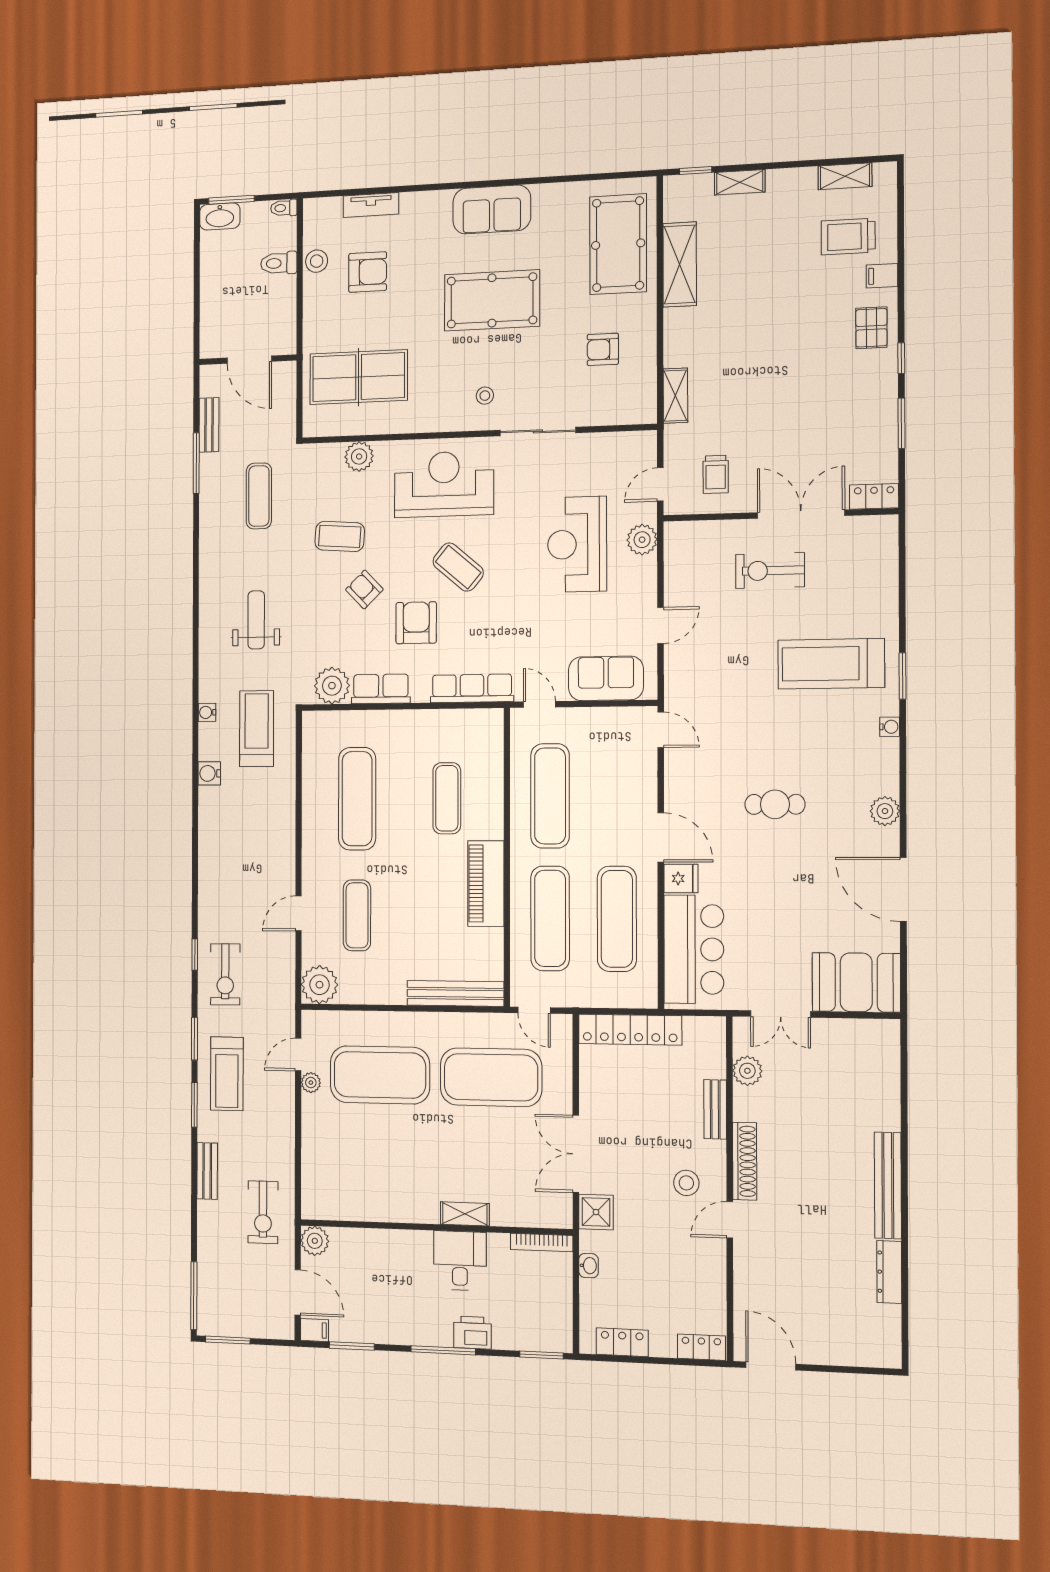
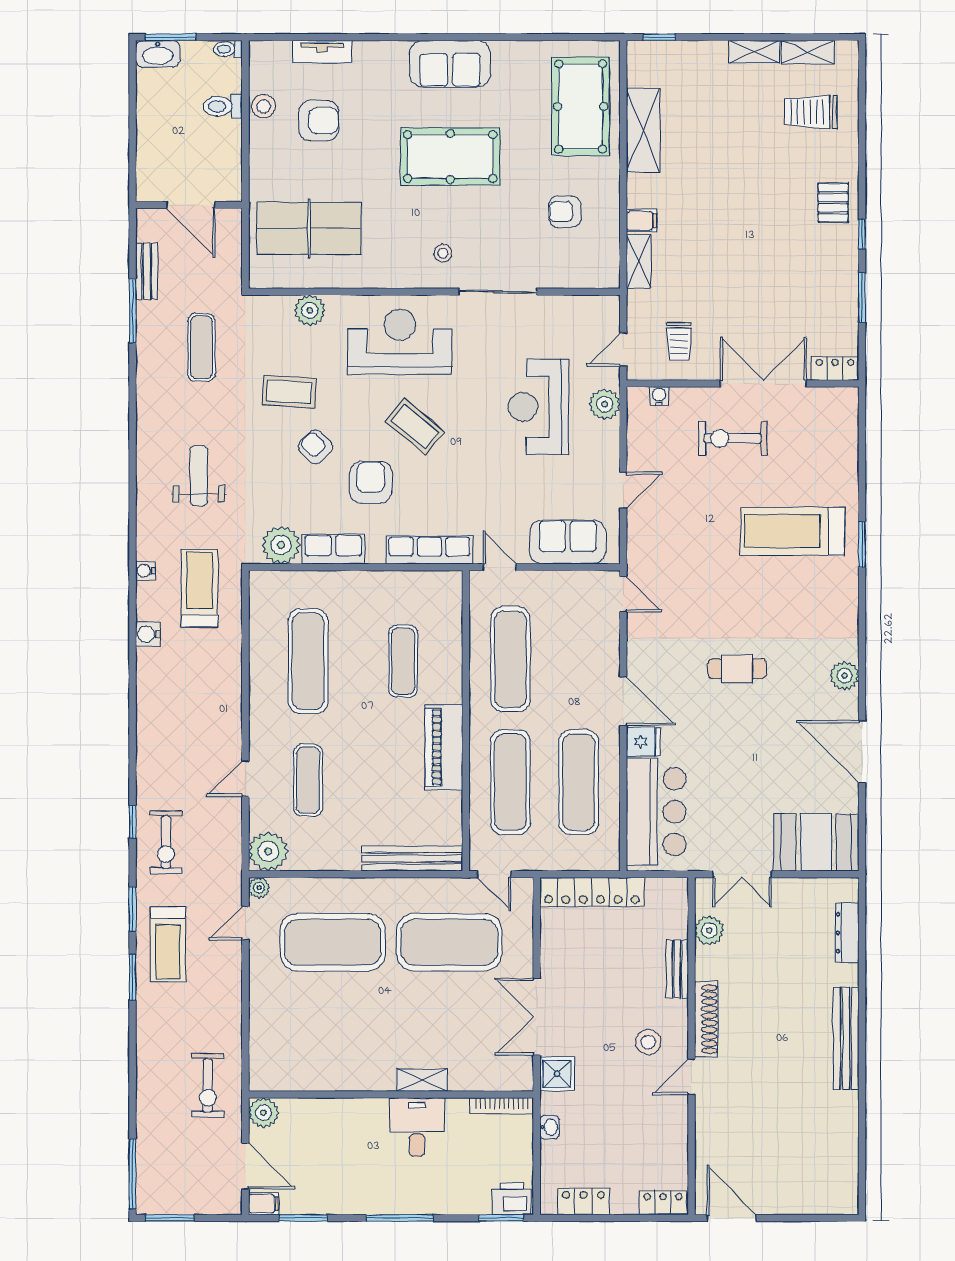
shelving: (740, 182) -> (754, 52), moved
filing cabinet: (882, 276) -> (642, 221), moved, turned 180
water cooler: (890, 727) -> (659, 396), moved, turned -90
plant: (311, 1083) -> (259, 888), moved
bench: (207, 1171) -> (147, 1045), removed
dresser: (889, 1272) -> (847, 933), moved
printer: (472, 1333) -> (512, 1199), moved

